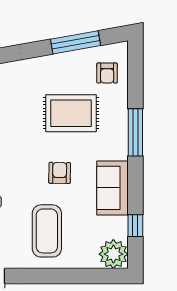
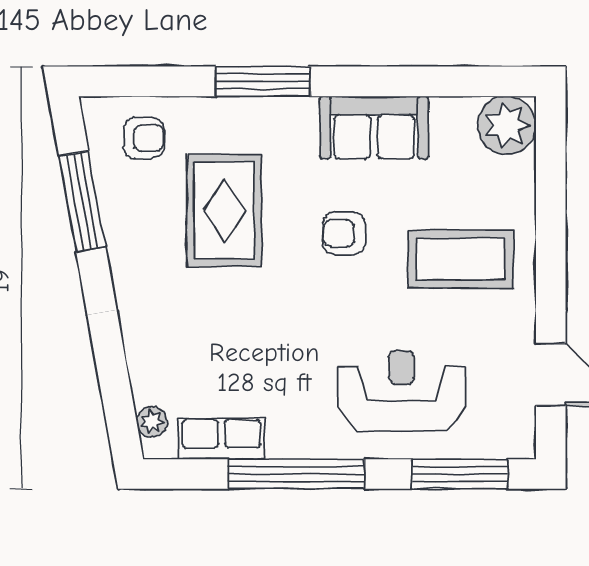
window: (135, 226) -> (450, 81), removed

